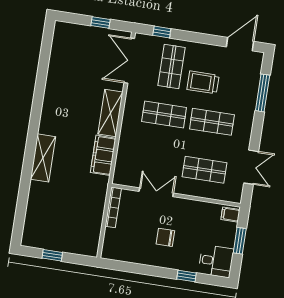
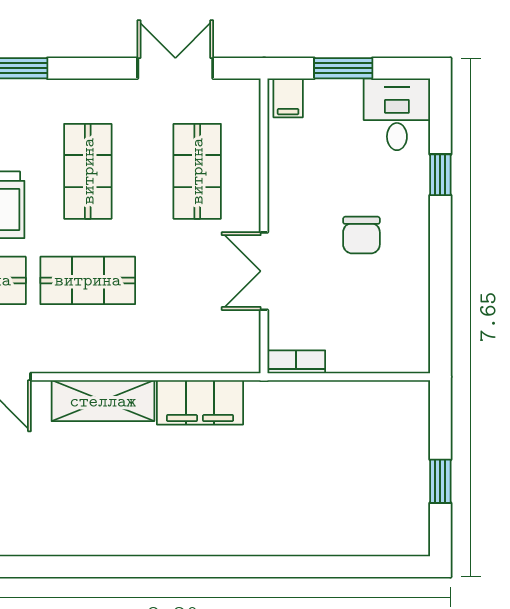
shop shelf: (164, 114) -> (88, 280), turned 90
shelving: (43, 158) -> (227, 536), removed
bookcase: (113, 207) -> (296, 362), width x0.64

